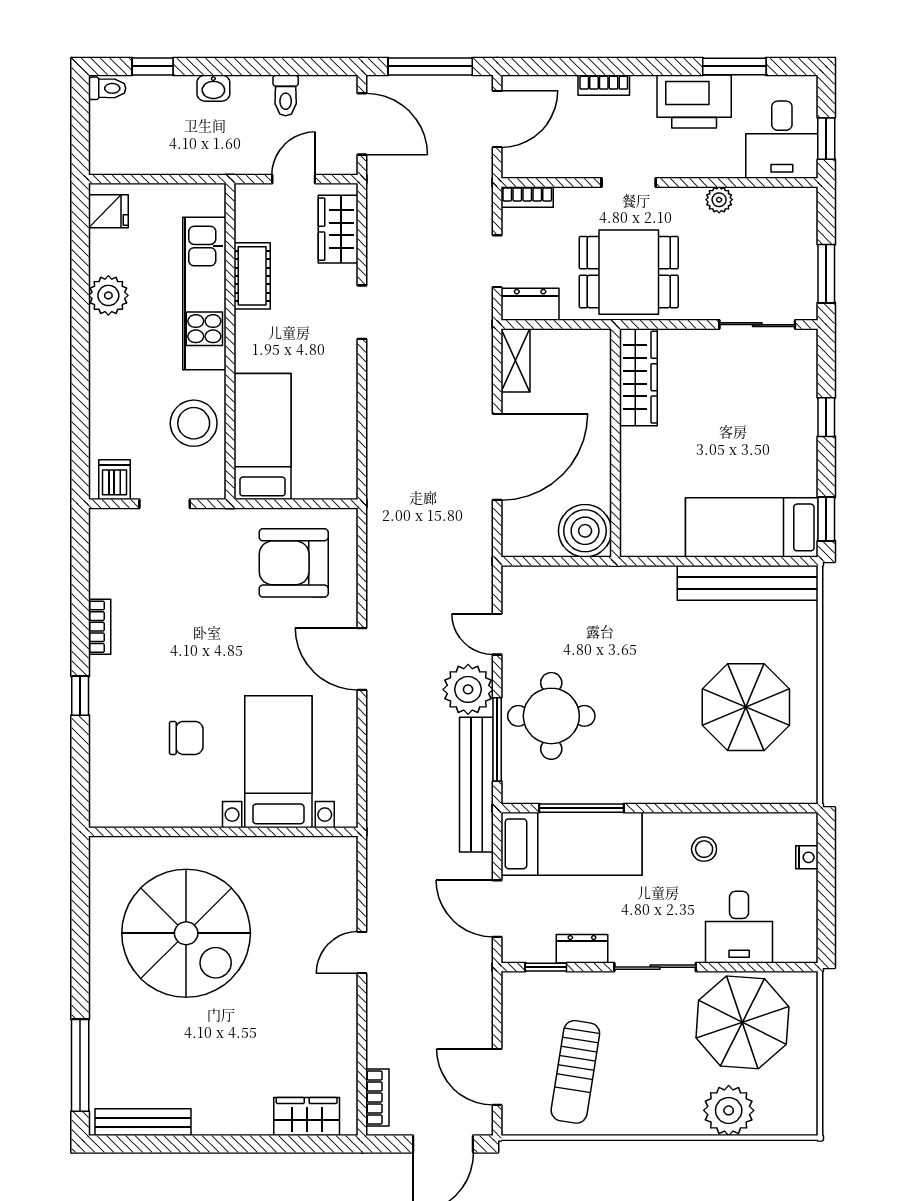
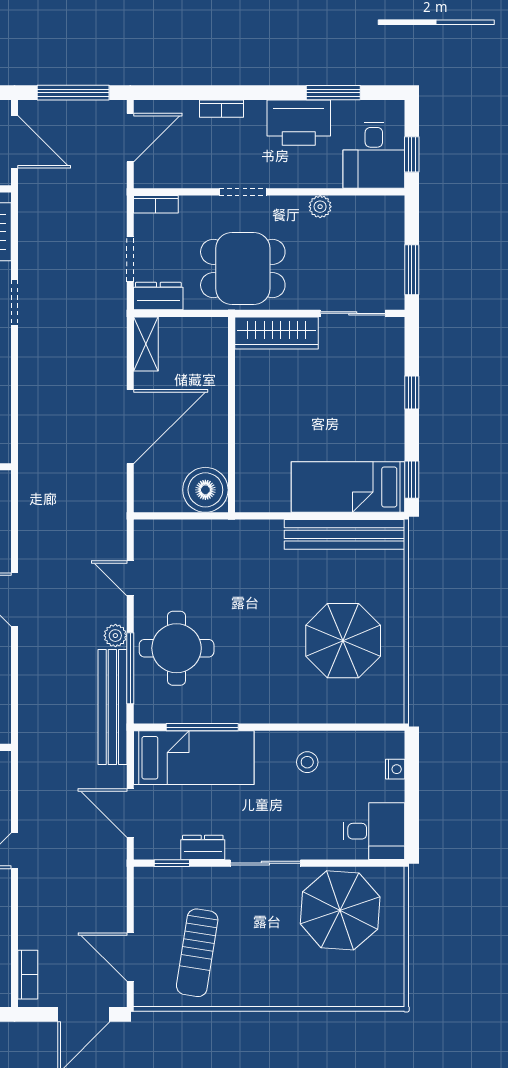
wardrobe: (638, 377) -> (277, 333), moved, turned 90
plant: (468, 689) -> (115, 636), width x0.53, depth x0.53
desk: (739, 927) -> (374, 831), moved, turned -90
plant: (729, 1110) -> (328, 986), removed

